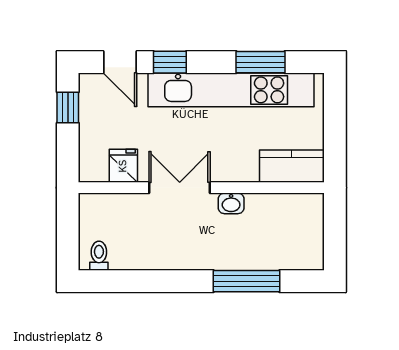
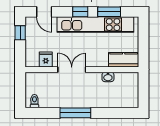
window: (170, 62) -> (80, 12), moved
washbasin: (231, 203) -> (108, 77), moved
window: (246, 281) -> (75, 113), moved

